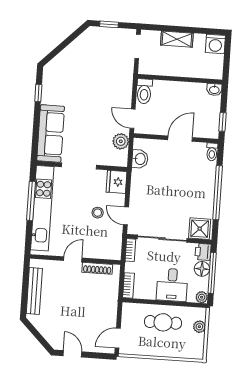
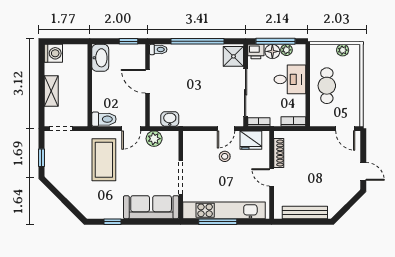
coffee table: (103, 88) -> (104, 160), added
washbasin: (214, 90) -> (100, 58), width x1.91, depth x1.45
fridge: (117, 182) -> (251, 140), moved
plant: (202, 297) -> (286, 50), moved
plant: (199, 327) -> (343, 50), moved
door: (72, 354) -> (363, 171), swing flipped

